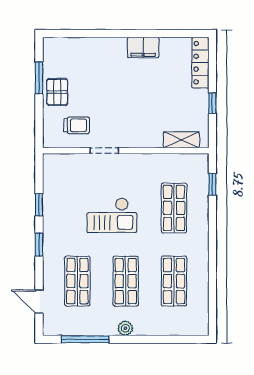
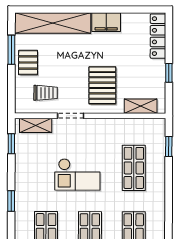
shelving: (84, 48) -> (53, 23), added
pallet: (139, 117) -> (102, 85), added
shelving: (66, 161) -> (36, 125), added
window: (39, 205) -> (11, 144), moved

